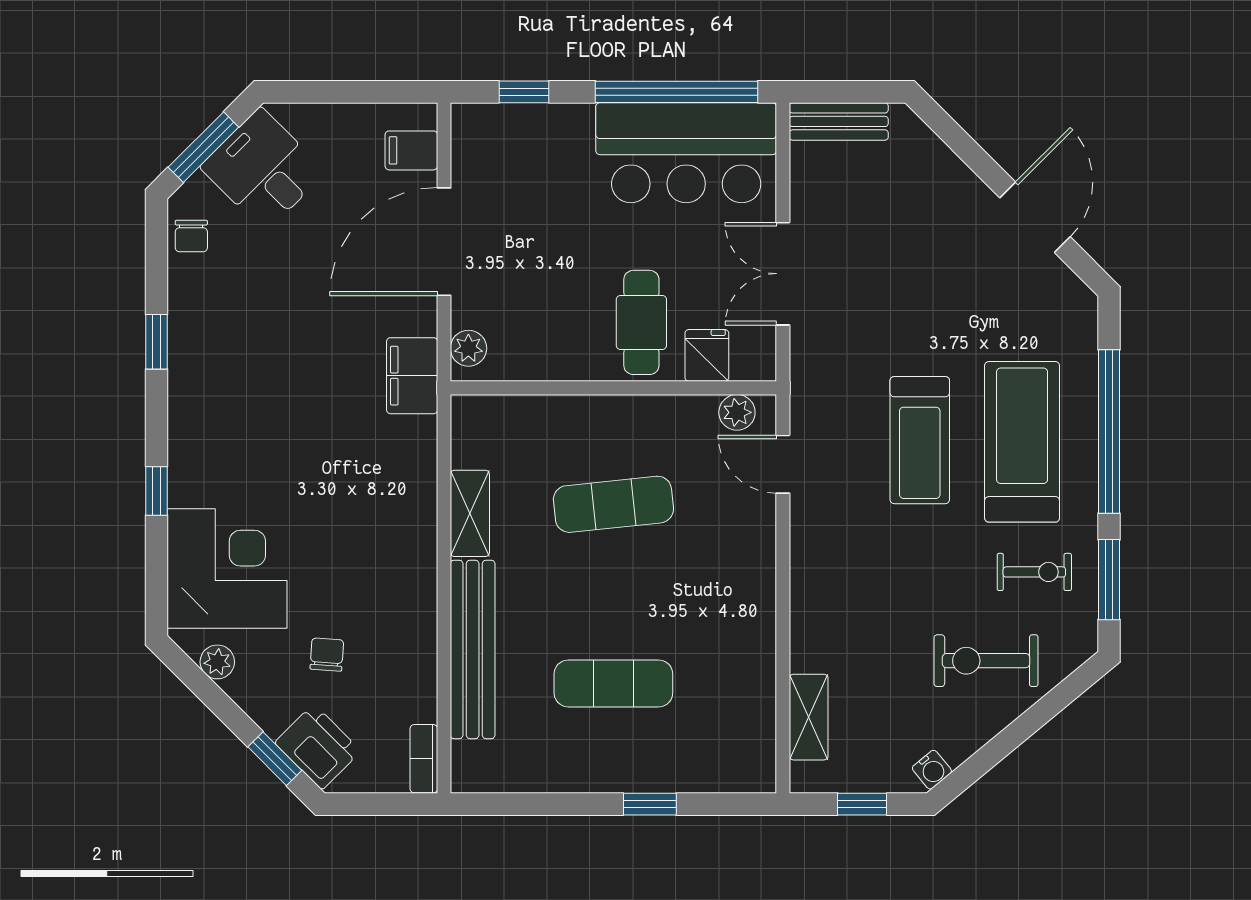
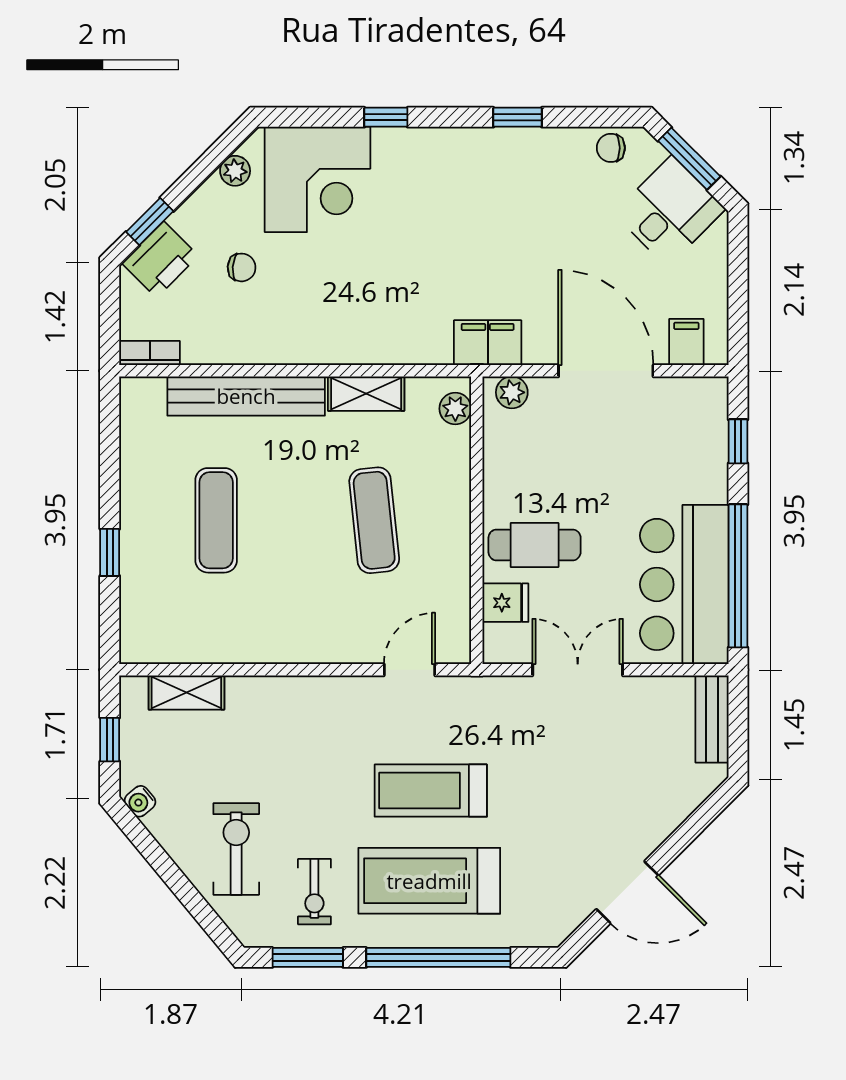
plant: (737, 412) -> (455, 409), moved
treadmill: (1022, 442) -> (429, 881), turned 180

